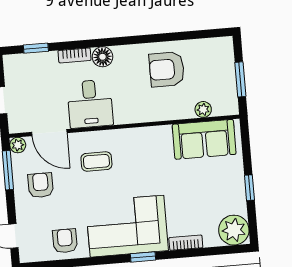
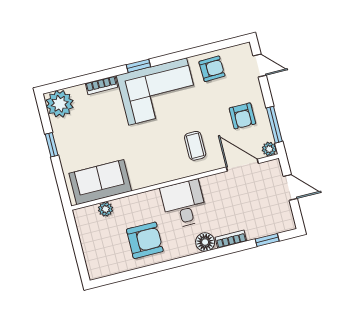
window: (240, 79) -> (76, 242), removed
desk: (90, 104) -> (184, 204), moved
coffee table: (96, 161) -> (195, 146), turned 90
armchair: (65, 241) -> (212, 69), turned -92

